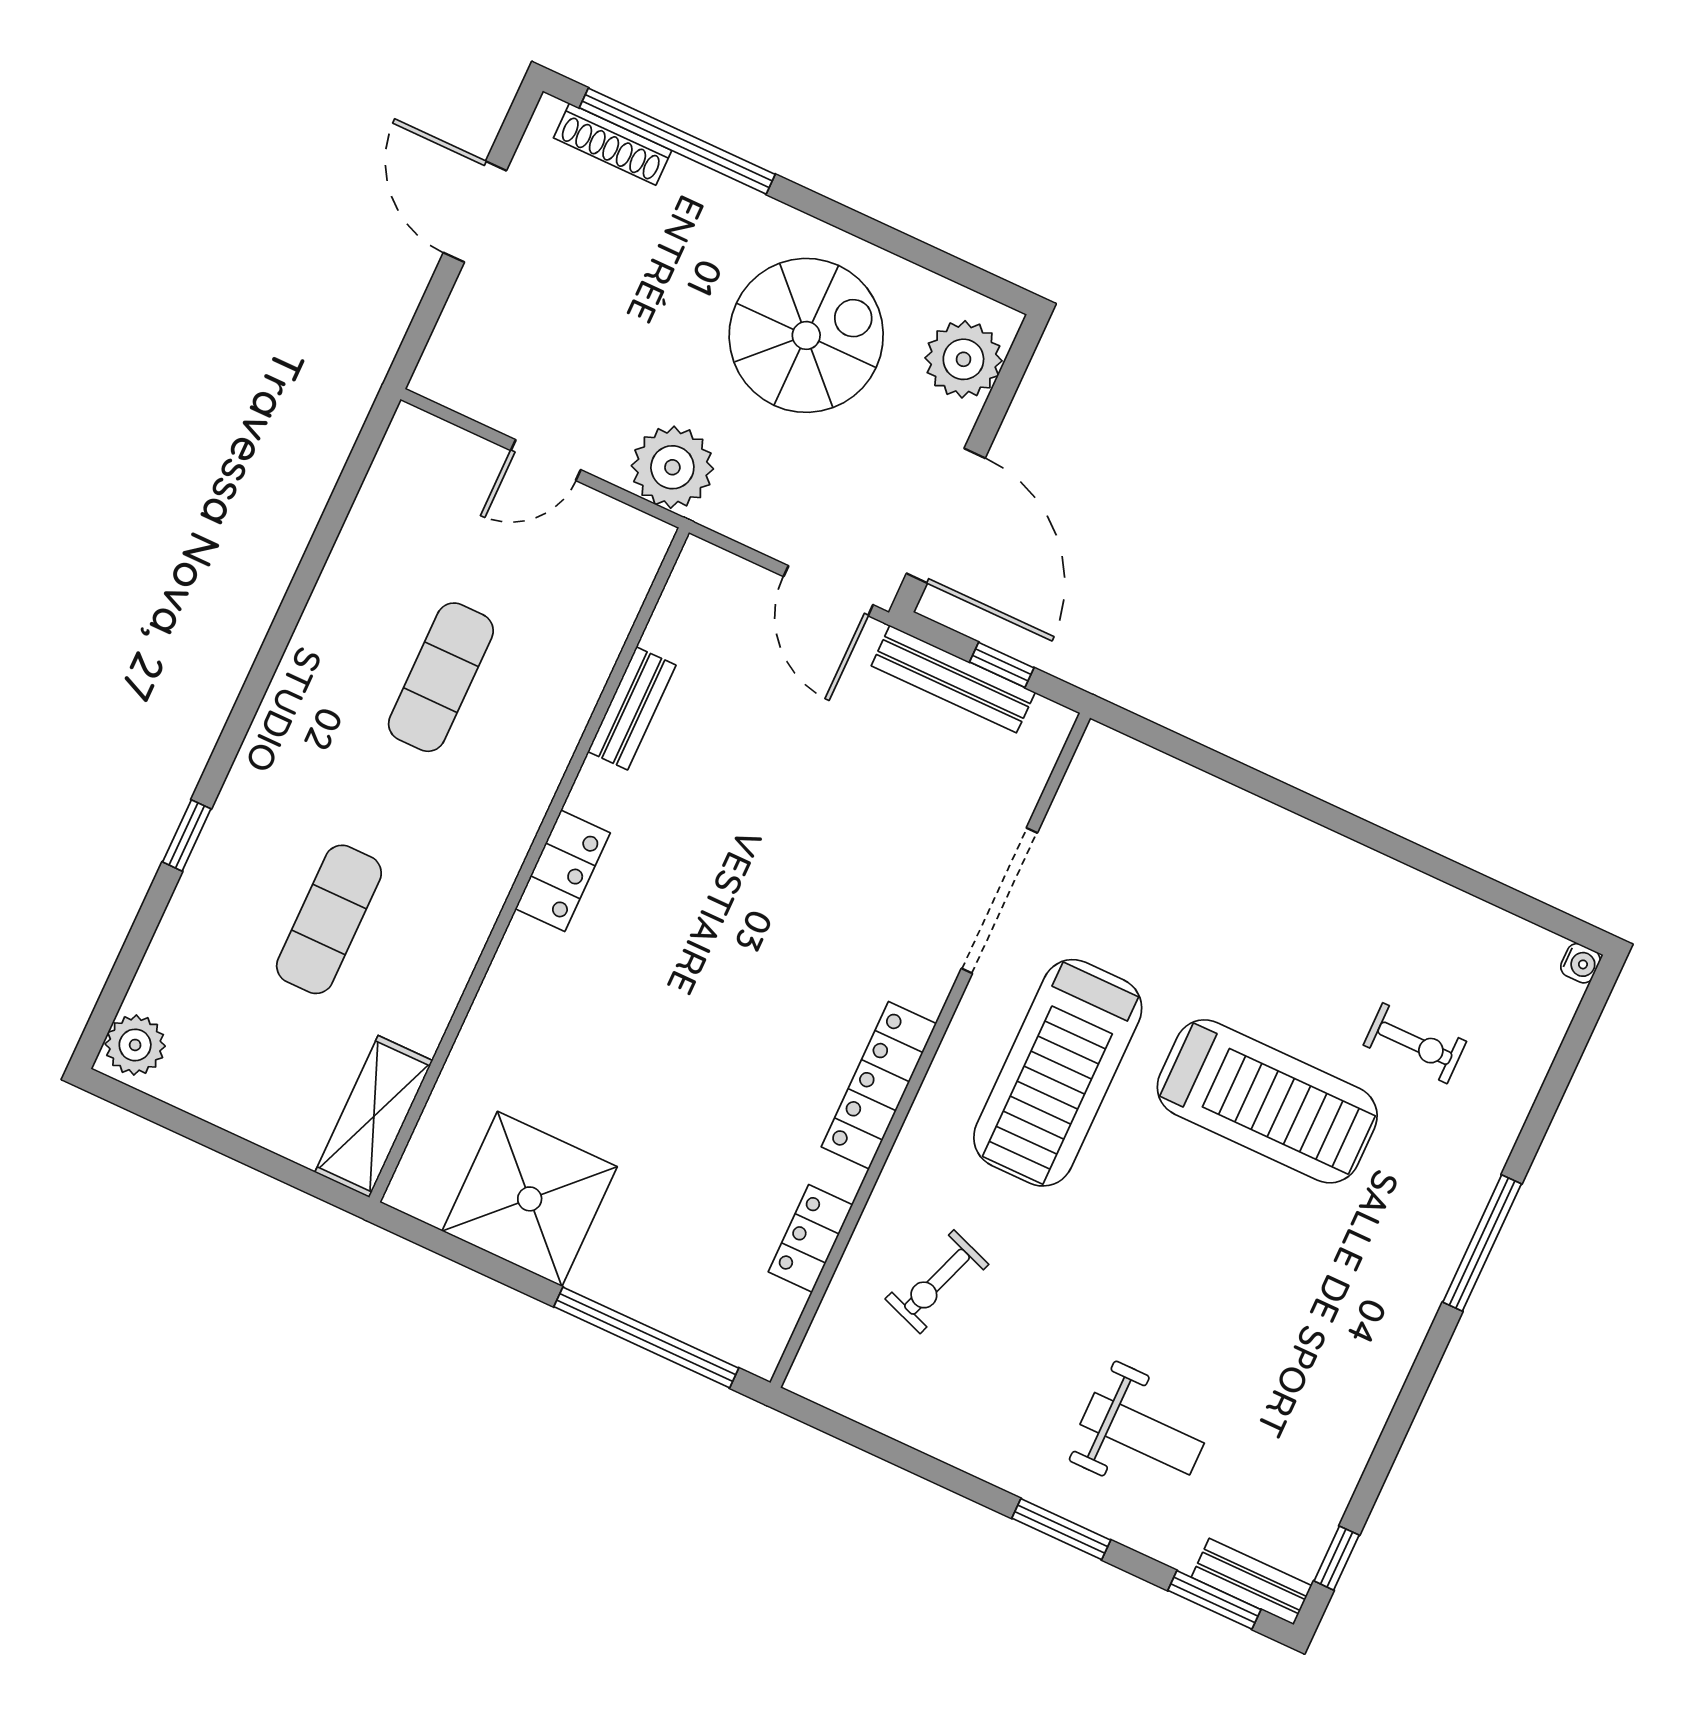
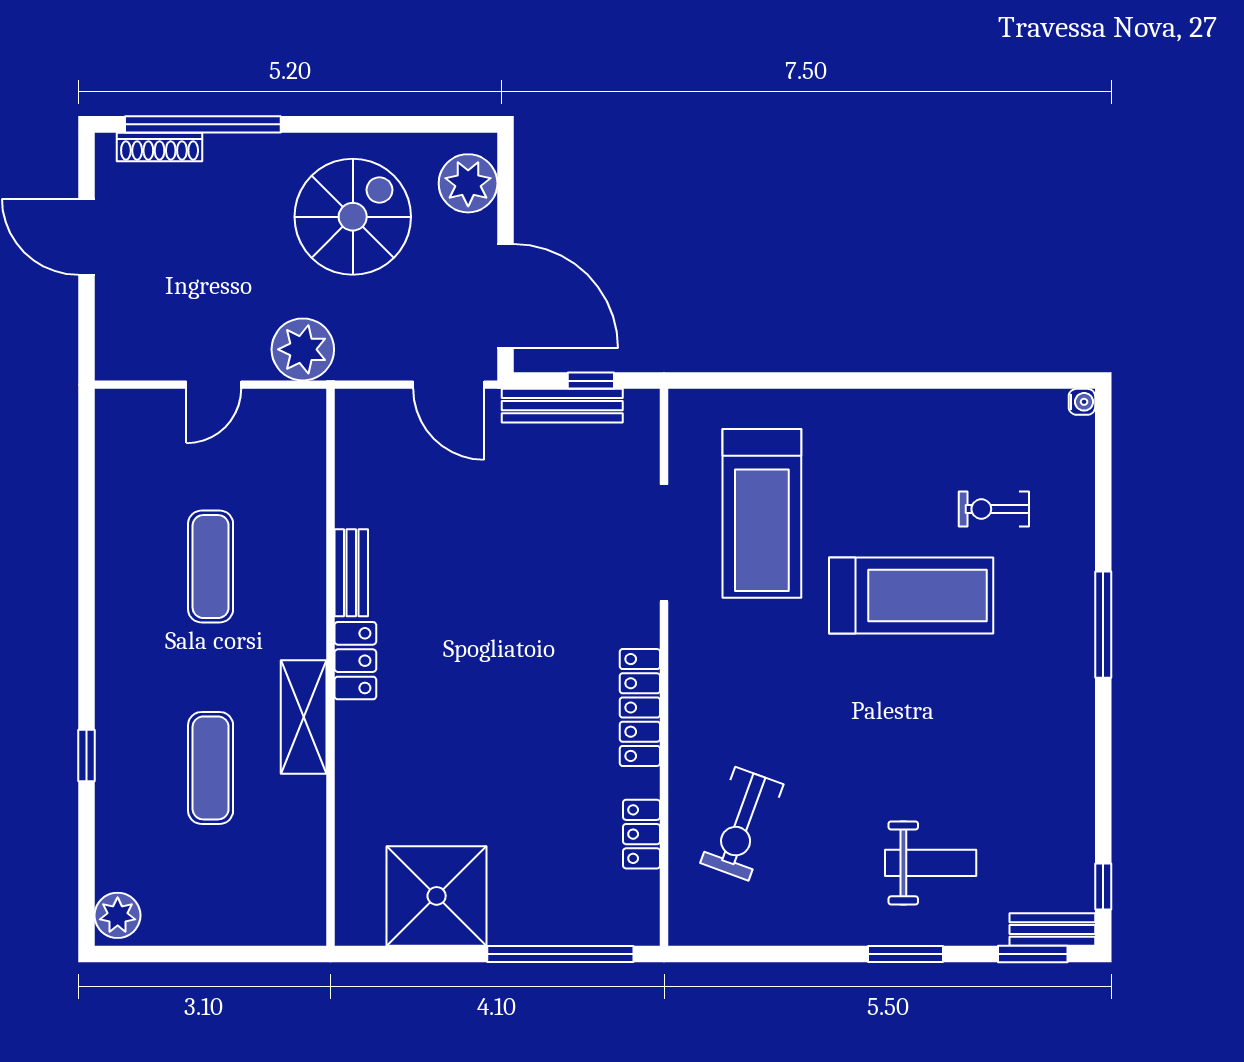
bench: (632, 708) -> (351, 573), moved
exercise bike: (1415, 1043) -> (994, 509), turned 180
treadmill: (1058, 1073) -> (762, 513), moved
shelving: (374, 1117) -> (304, 717), moved
exercise bike: (937, 1282) -> (742, 824), width x1.38, depth x1.39

